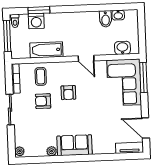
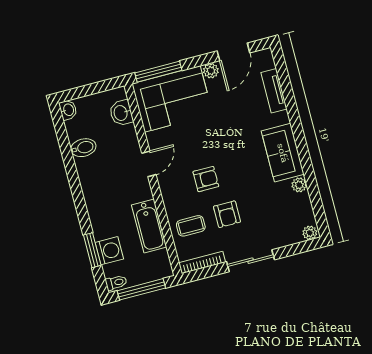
washbasin: (118, 15) -> (68, 110), moved
plant: (137, 111) -> (211, 71), added
tv unit: (129, 148) -> (274, 91), moved

